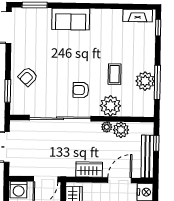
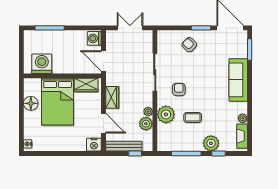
plant: (116, 15) -> (243, 118), added
sofa: (71, 19) -> (238, 80), width x1.36
window: (158, 28) -> (219, 153), moved
plant: (145, 81) -> (211, 143), moved
window: (8, 91) -> (201, 28), moved
sliding door: (60, 118) -> (155, 72), width x0.73

